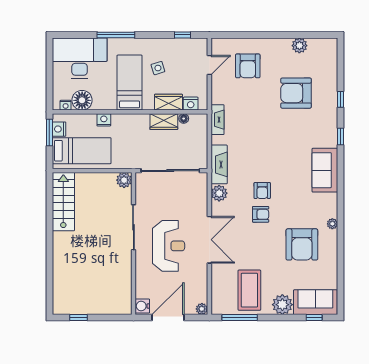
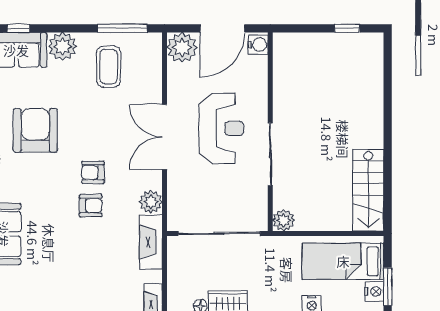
armchair: (262, 191) -> (91, 206), turned 90
reception desk: (169, 246) -> (221, 128), turned 180
coffee table: (249, 290) -> (109, 67), width x0.73, depth x0.76
plant: (202, 309) -> (182, 47), width x1.87, depth x1.87

